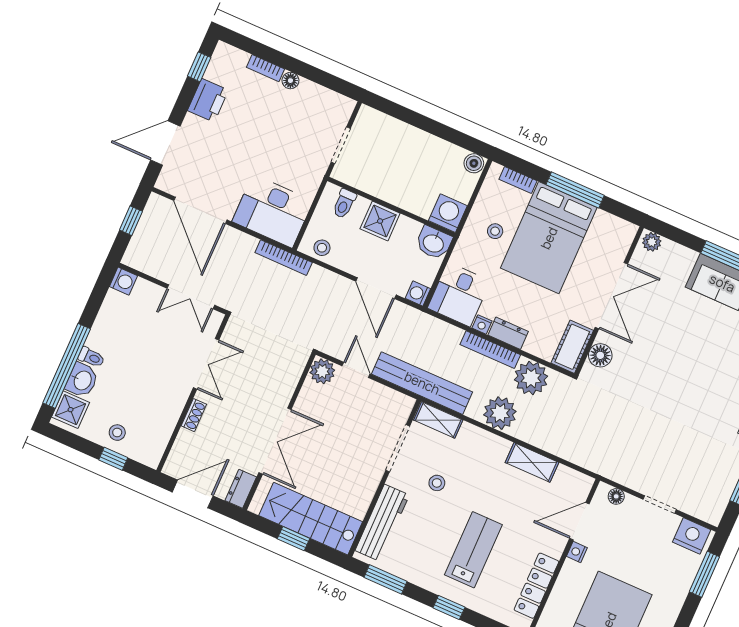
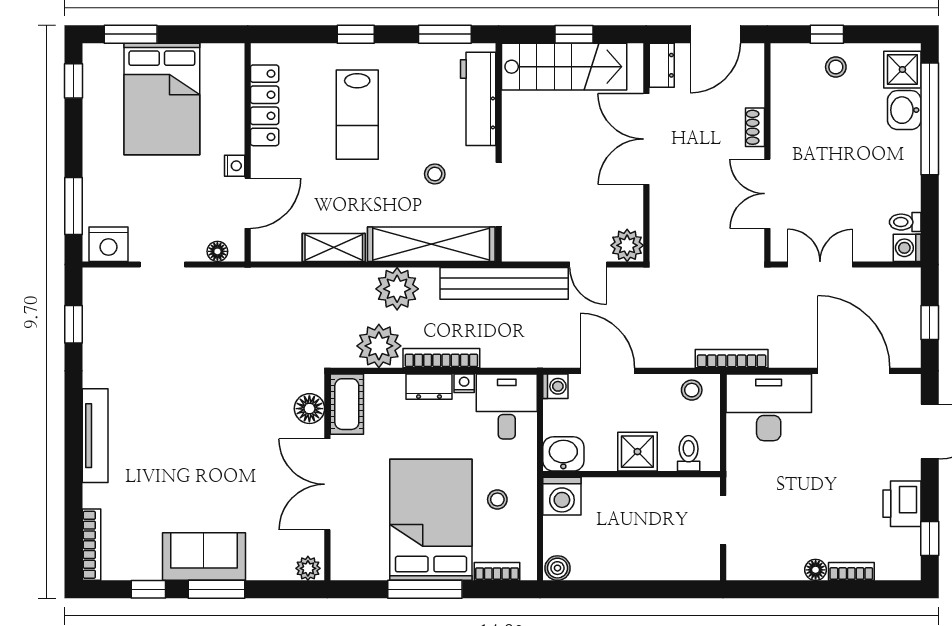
toilet: (91, 357) -> (905, 222), moved
shelving: (438, 420) -> (431, 244), width x2.20, depth x1.33

